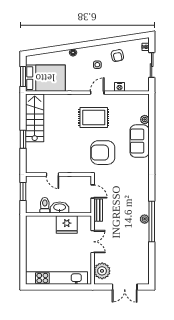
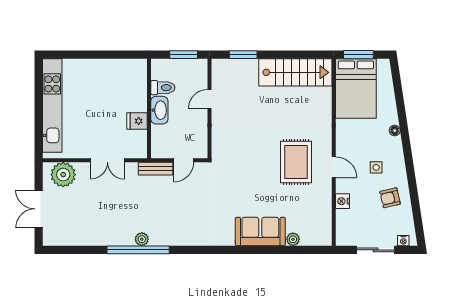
window: (23, 139) -> (243, 55), moved
armchair: (103, 153) -> (243, 176), removed
fridge: (67, 224) -> (137, 121), width x0.53, depth x0.75

